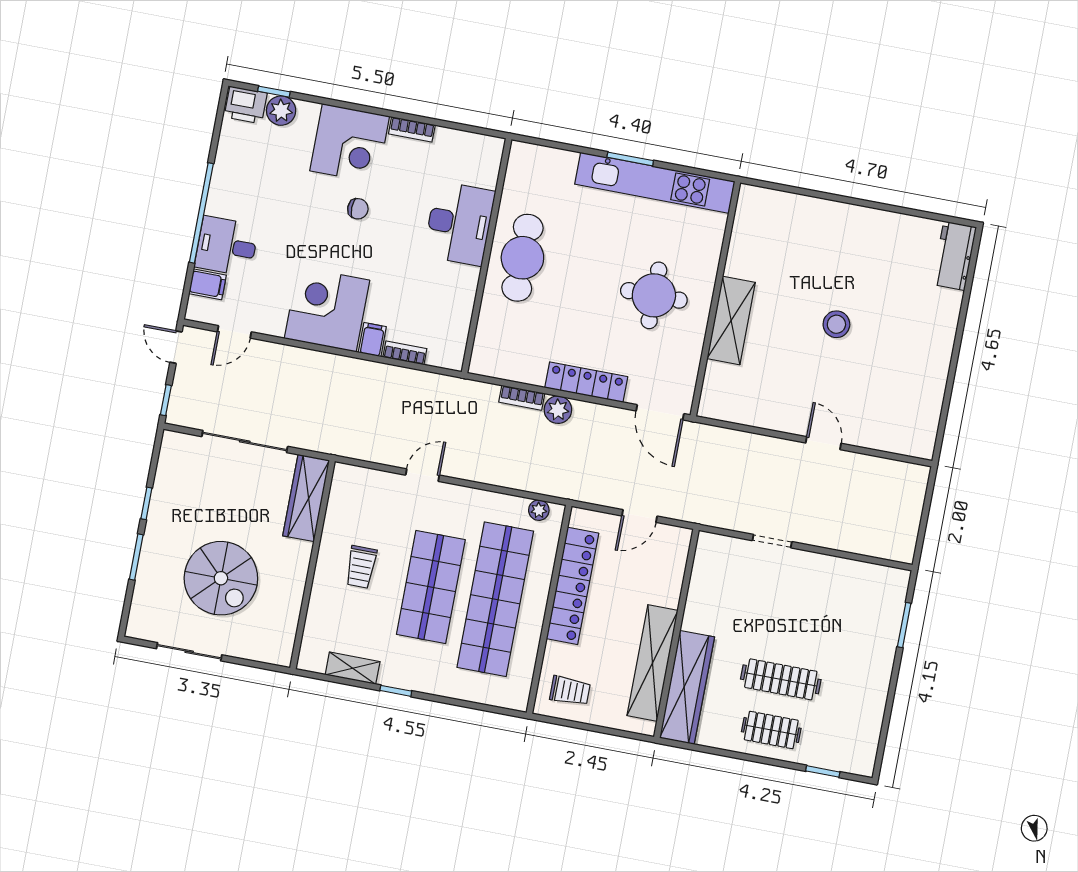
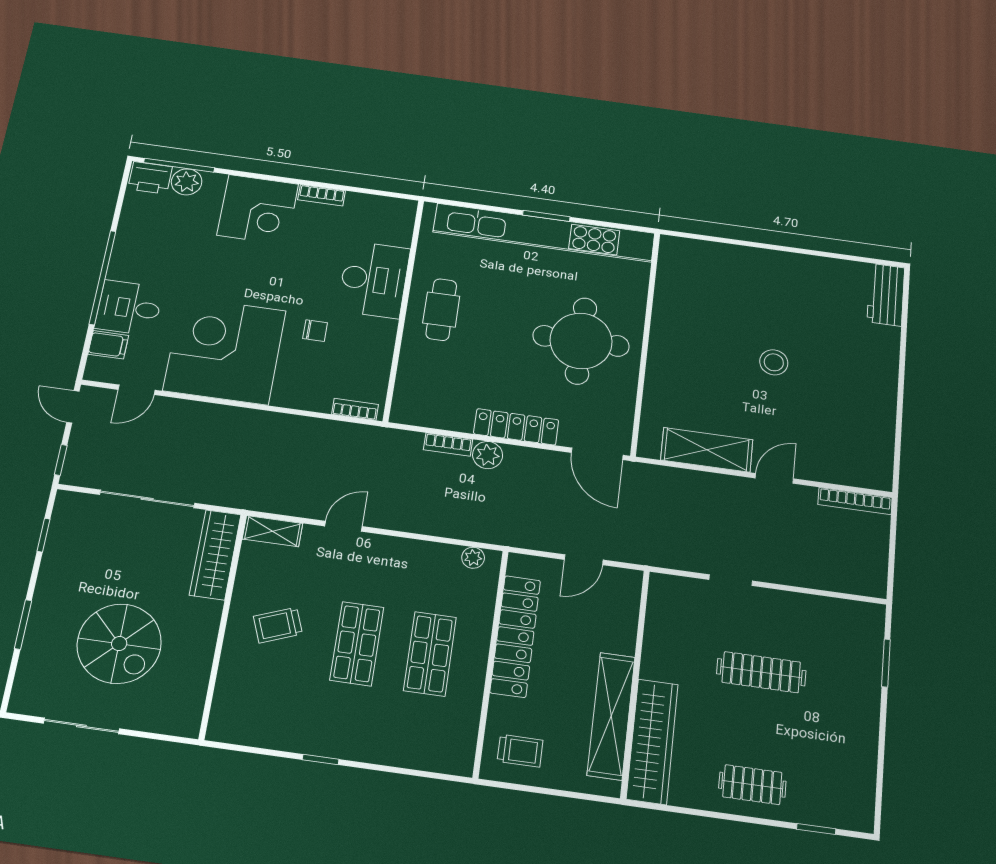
window: (274, 92) -> (179, 165), width x2.17
kitchen unit: (655, 183) -> (544, 233), width x1.36
chair: (358, 209) -> (315, 331), moved
cafe table: (522, 258) -> (441, 310), width x0.73, depth x0.74
round table: (654, 295) -> (581, 341), width x1.36, depth x1.36
corner desk: (327, 309) -> (225, 350), width x1.36, depth x1.36
shelving: (731, 320) -> (707, 450), moved, turned 90
filing cabinet: (372, 340) -> (285, 393), removed
bookcase: (405, 353) -> (355, 409), moved
door: (823, 443) -> (774, 478), hinge flipped
bookcase: (896, 468) -> (855, 501), added
window: (146, 503) -> (44, 535), moved
trolley: (361, 567) -> (278, 625), turned 69
shop shelf: (431, 587) -> (357, 644), width x0.70, depth x0.74
shop shelf: (495, 599) -> (430, 654), width x0.50, depth x0.74
shelving: (353, 668) -> (272, 531), moved
clothes rail: (781, 679) -> (761, 672), moved

